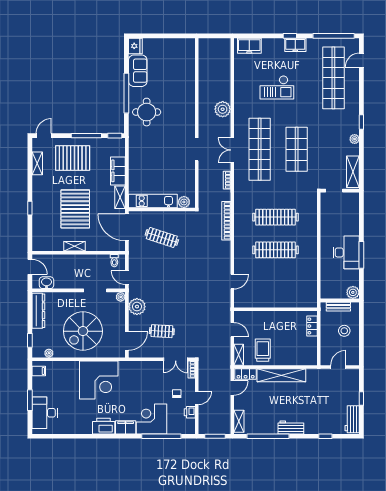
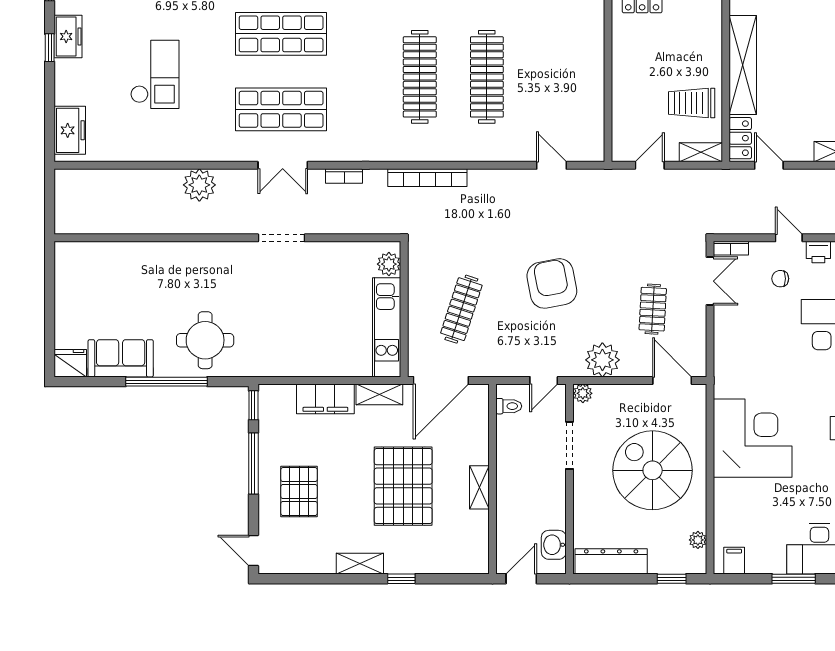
shop shelf: (260, 149) -> (281, 109), width x0.71
pallet: (73, 158) -> (299, 492), width x0.73, depth x0.71
shelving: (37, 163) -> (360, 564), moved
pallet: (75, 209) -> (403, 486), turned 90
armchair: (174, 282) -> (552, 283), added
spiral stairs: (83, 331) -> (653, 470), turned 180

